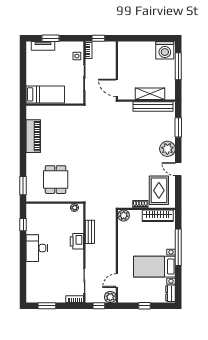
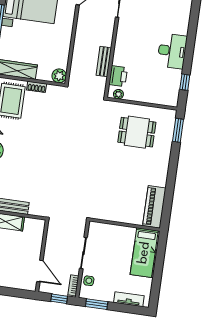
window: (51, 38) -> (97, 304), moved
door: (117, 88) -> (40, 271), moved
bed: (45, 94) -> (144, 253), moved, turned -90
piano: (33, 136) -> (154, 207), moved
dining table: (56, 180) -> (137, 132), turned 90
printer: (77, 241) -> (118, 76), moved

